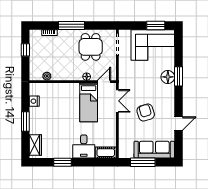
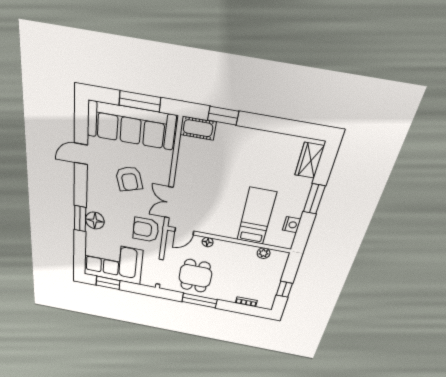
window: (71, 25) -> (199, 301), moved
armchair: (131, 77) -> (146, 230), added
bed: (89, 102) -> (256, 216), moved
desk: (84, 147) -> (232, 144), removed
sofa: (154, 150) -> (131, 125), width x1.36, depth x1.27
window: (62, 162) -> (223, 116), moved

